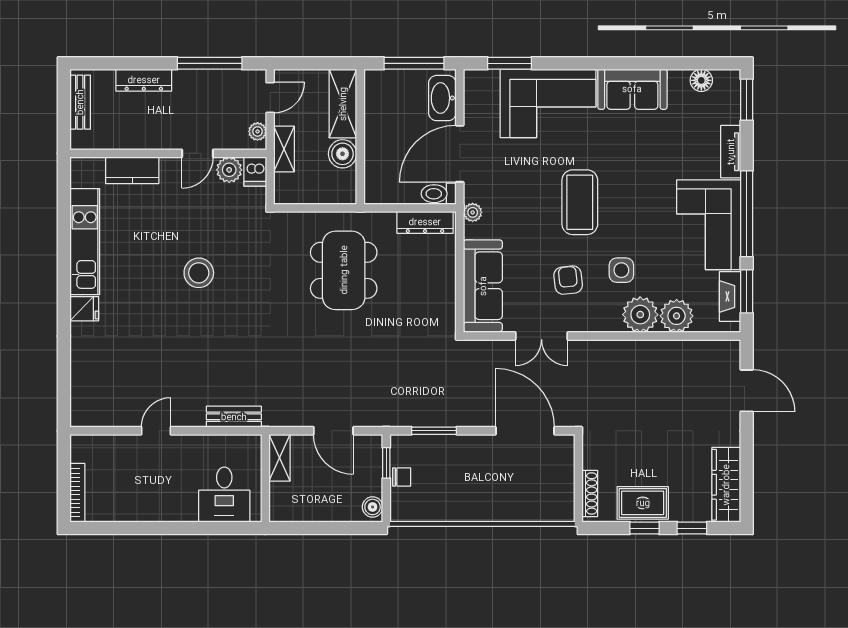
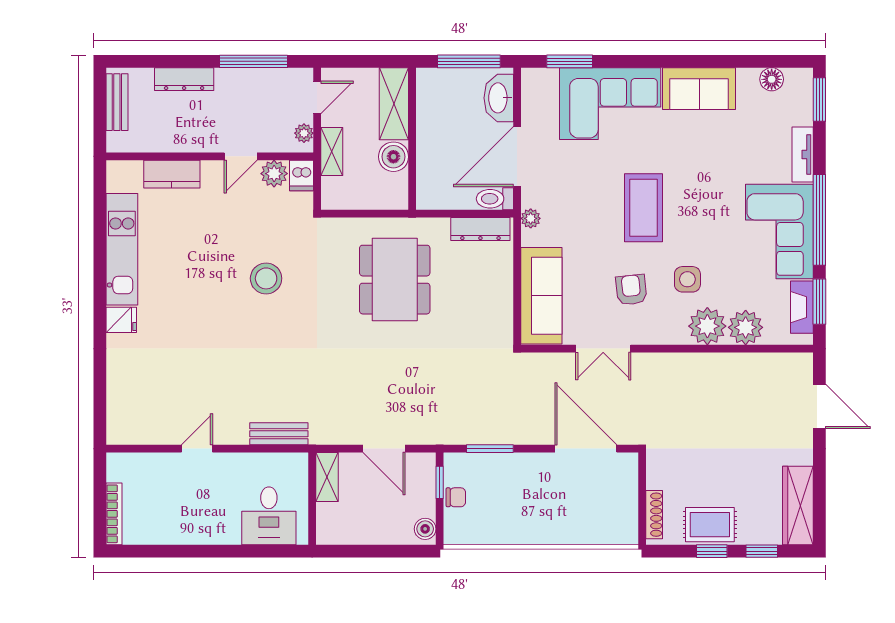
stool: (199, 273) -> (266, 278), moved

